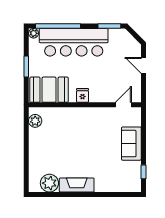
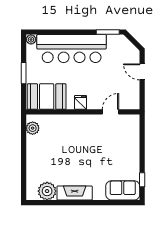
window: (58, 26) -> (56, 32), removed
door: (123, 105) -> (111, 112), moved
sofa: (131, 144) -> (123, 190), moved, turned 90

